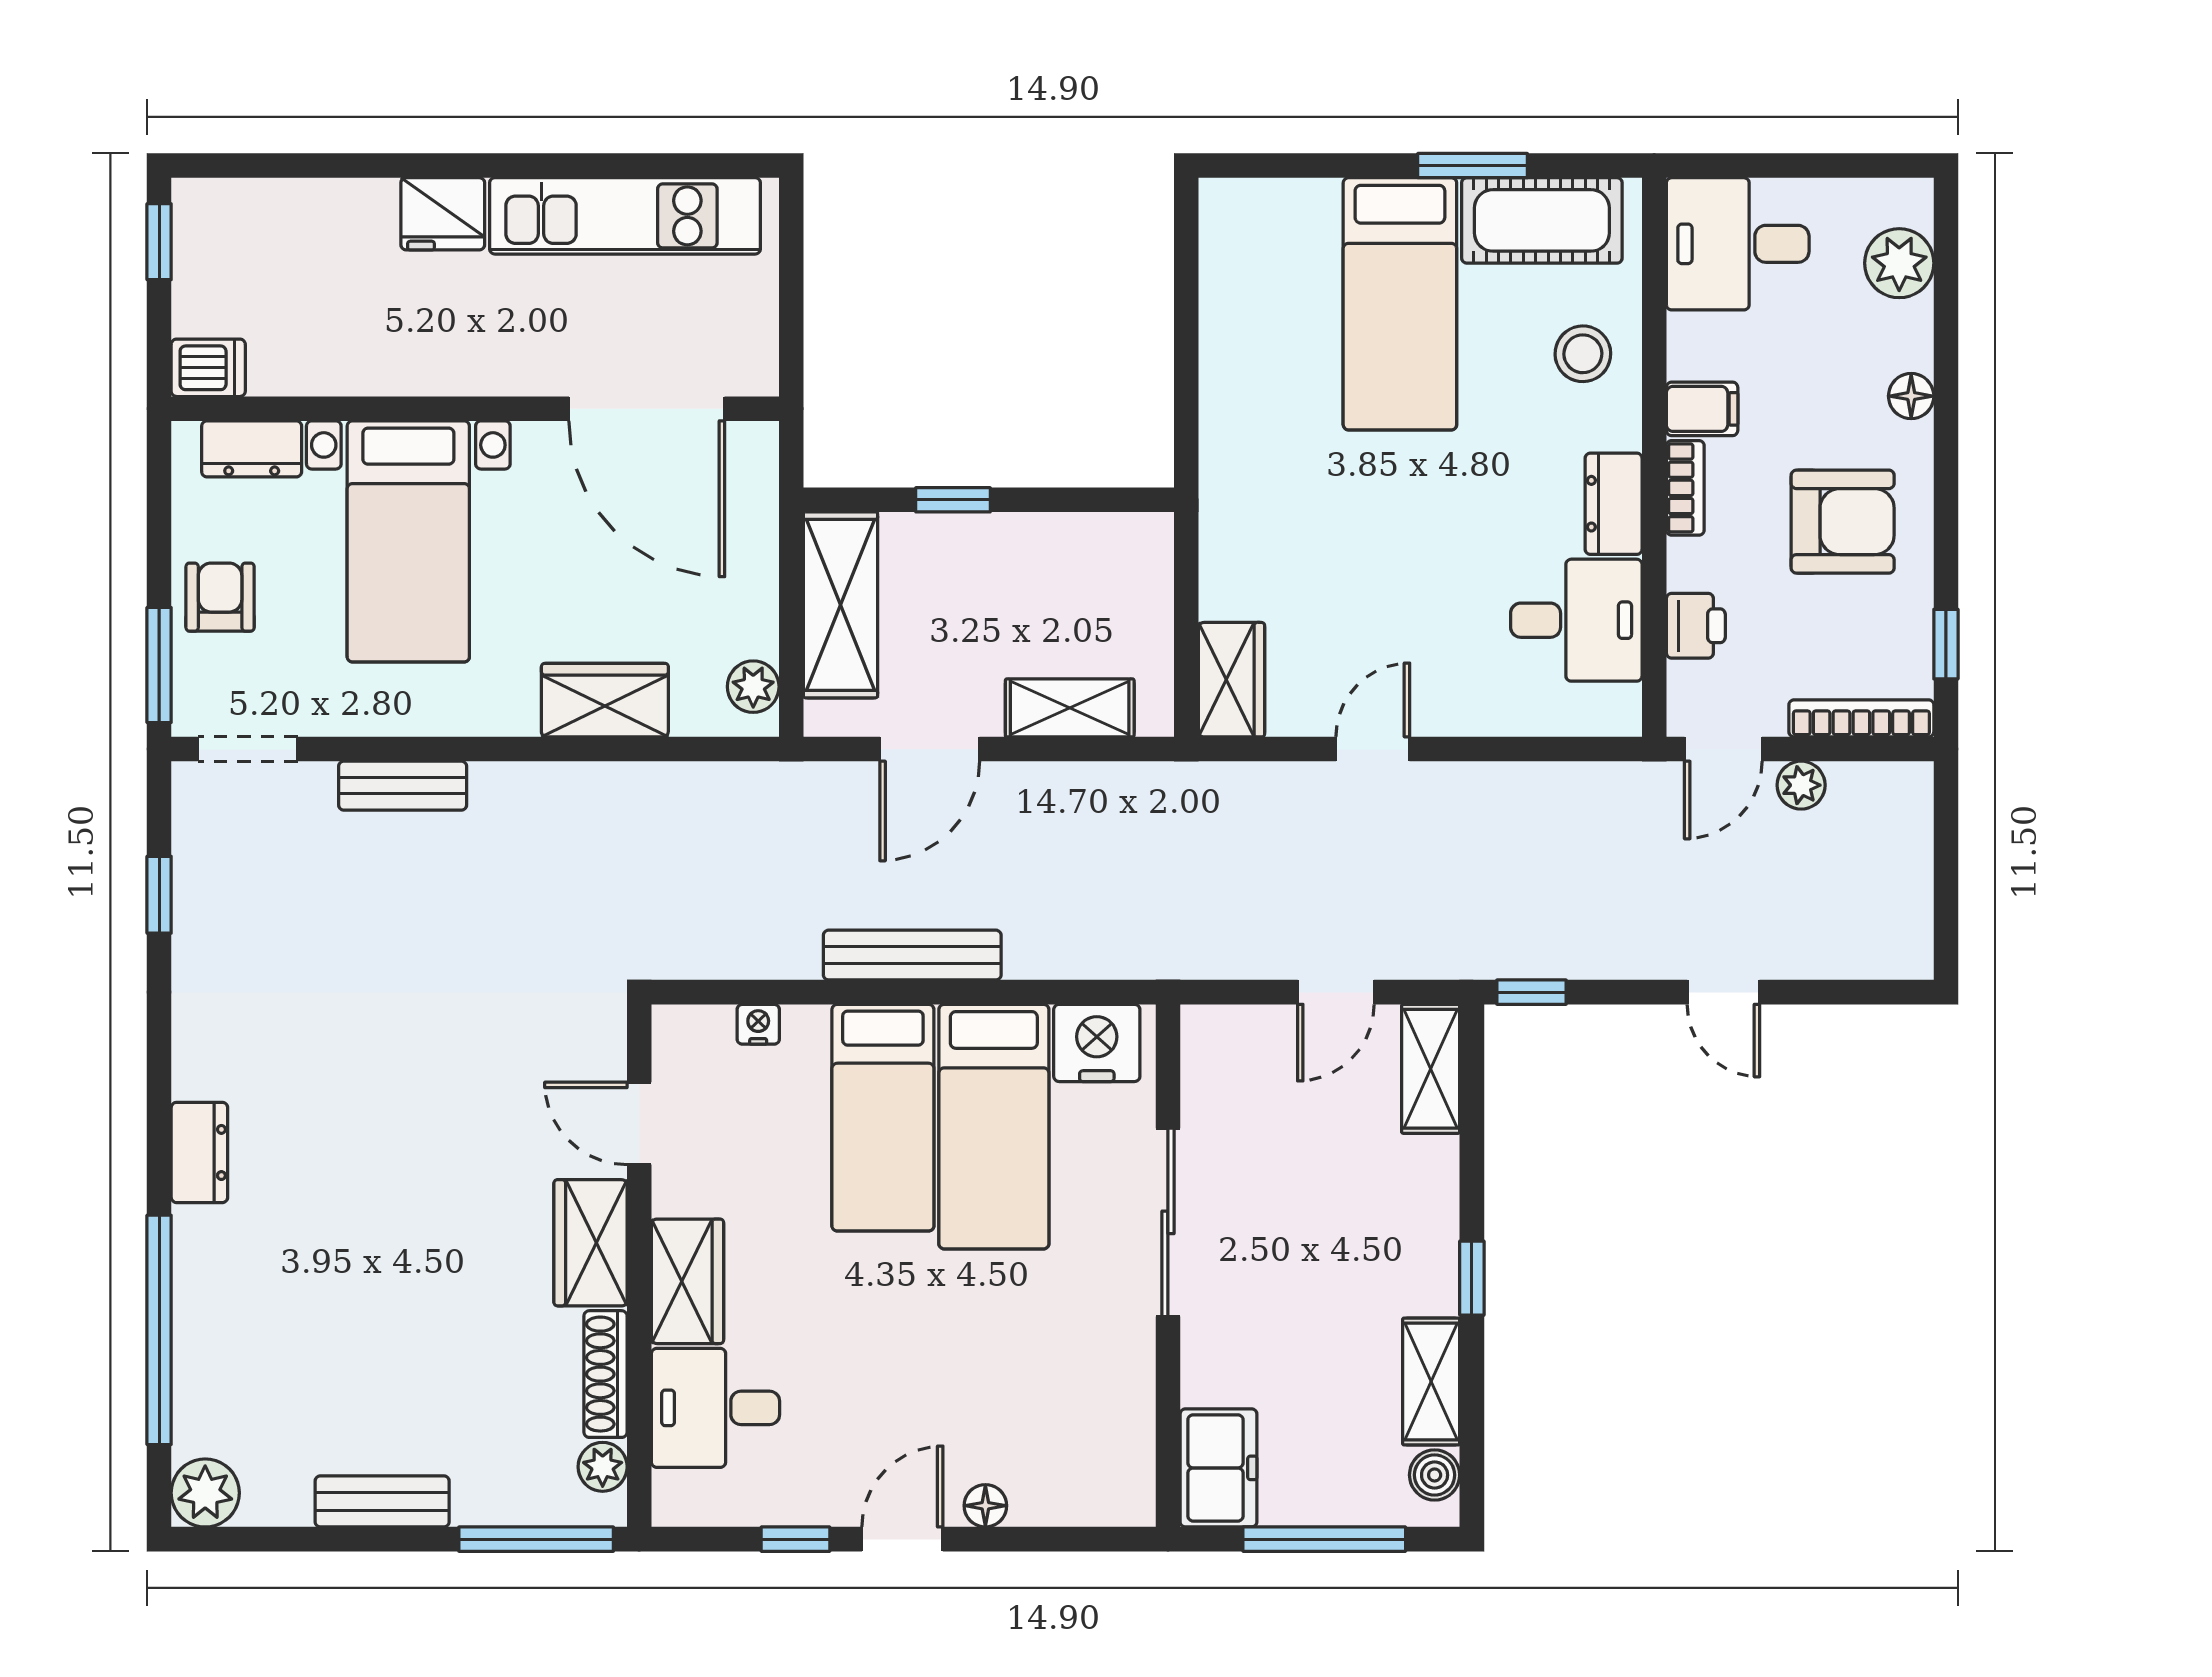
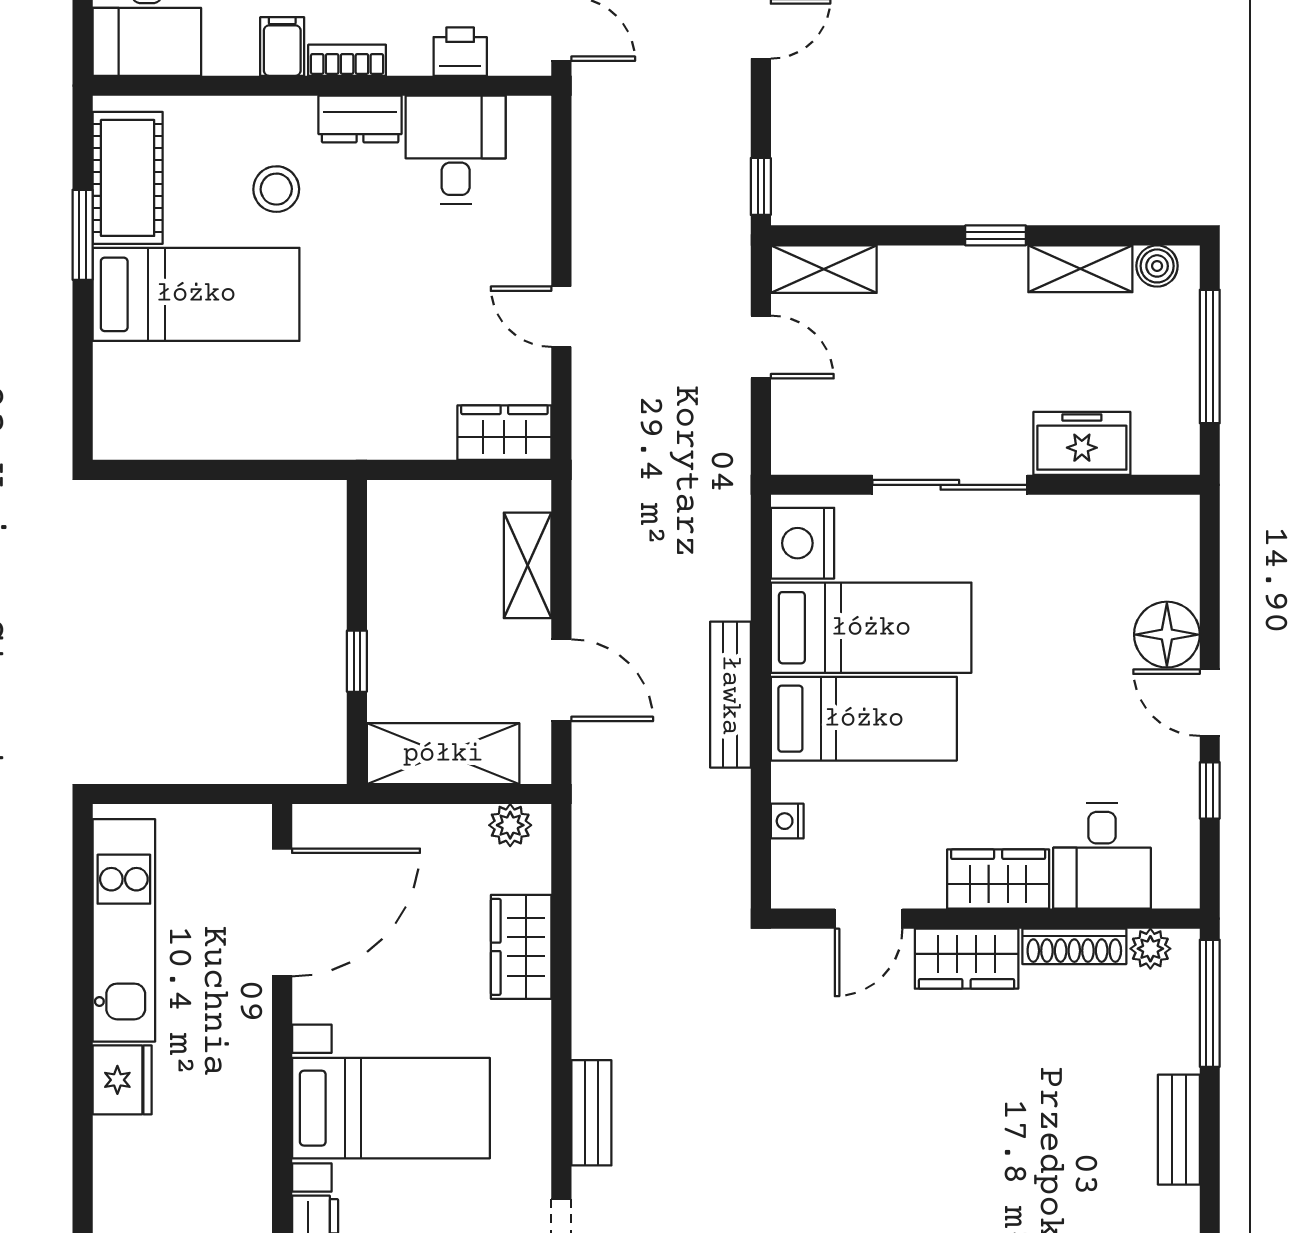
stool: (1583, 354) -> (276, 189), moved
freezer: (1219, 1468) -> (1082, 443), moved
floor lamp: (985, 1506) -> (1167, 635), width x1.89, depth x1.89

